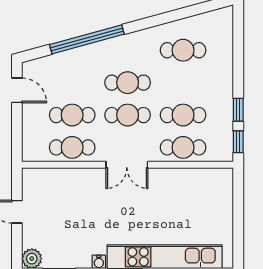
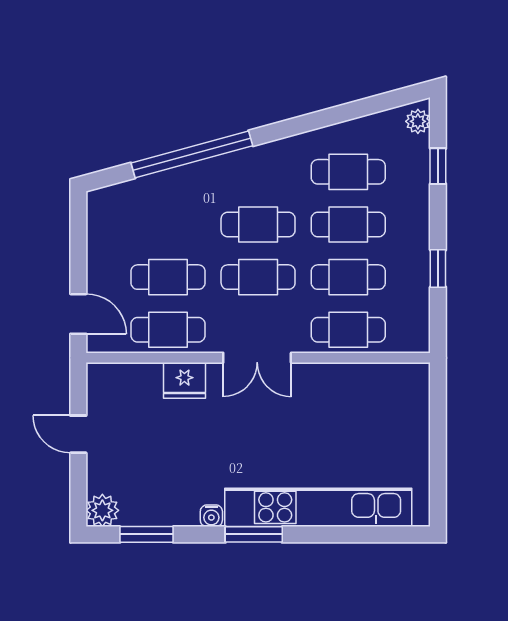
plant: (226, 19) -> (418, 121), added
cafe table: (183, 83) -> (348, 224), added
door: (17, 90) -> (78, 314), moved
window: (238, 142) -> (438, 166), moved
fridge: (82, 179) -> (184, 380), added

